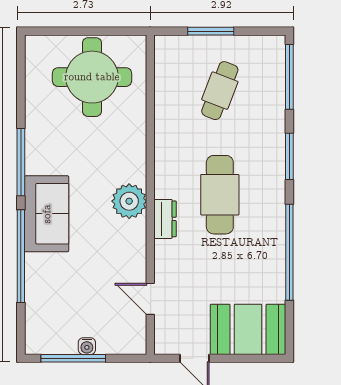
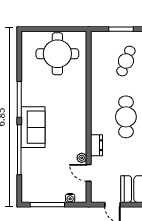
plant: (129, 201) -> (82, 158), moved, width x0.53, depth x0.53
dresser: (165, 219) -> (97, 145), moved
water cooler: (87, 346) -> (70, 198), moved

